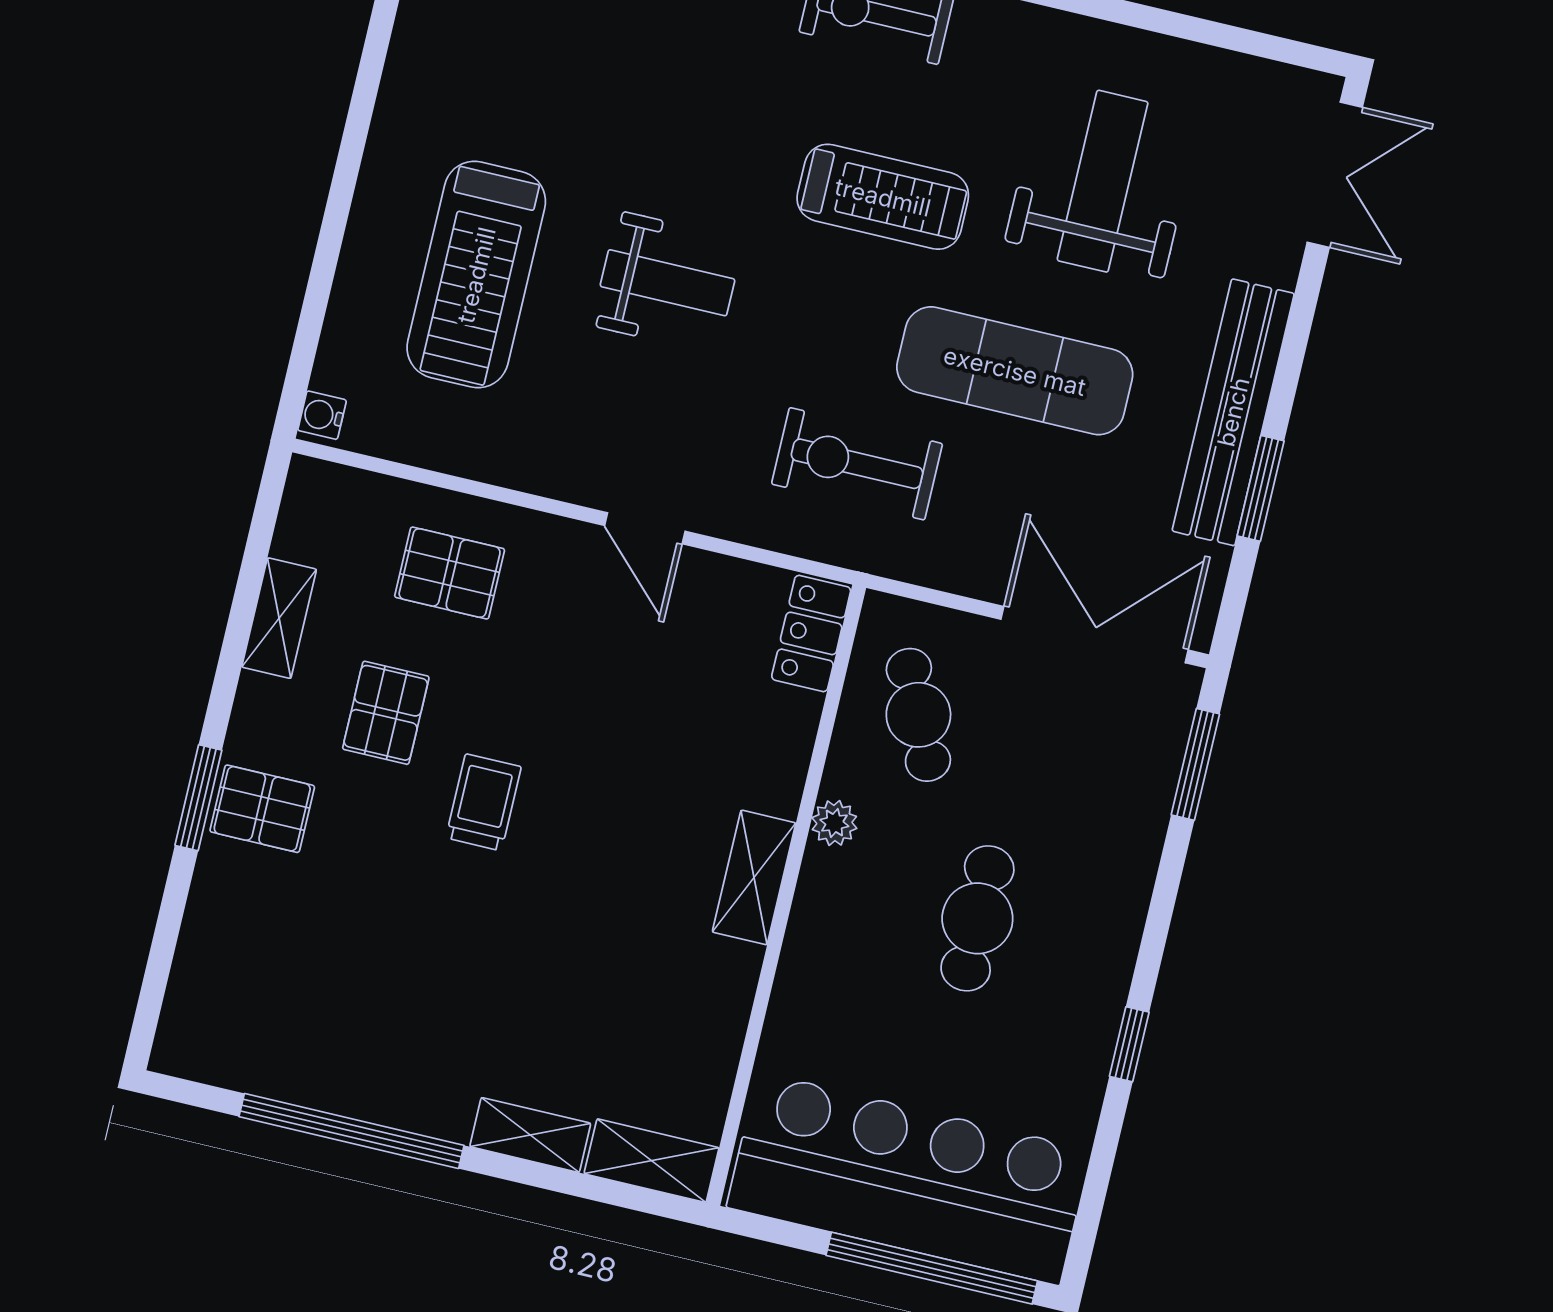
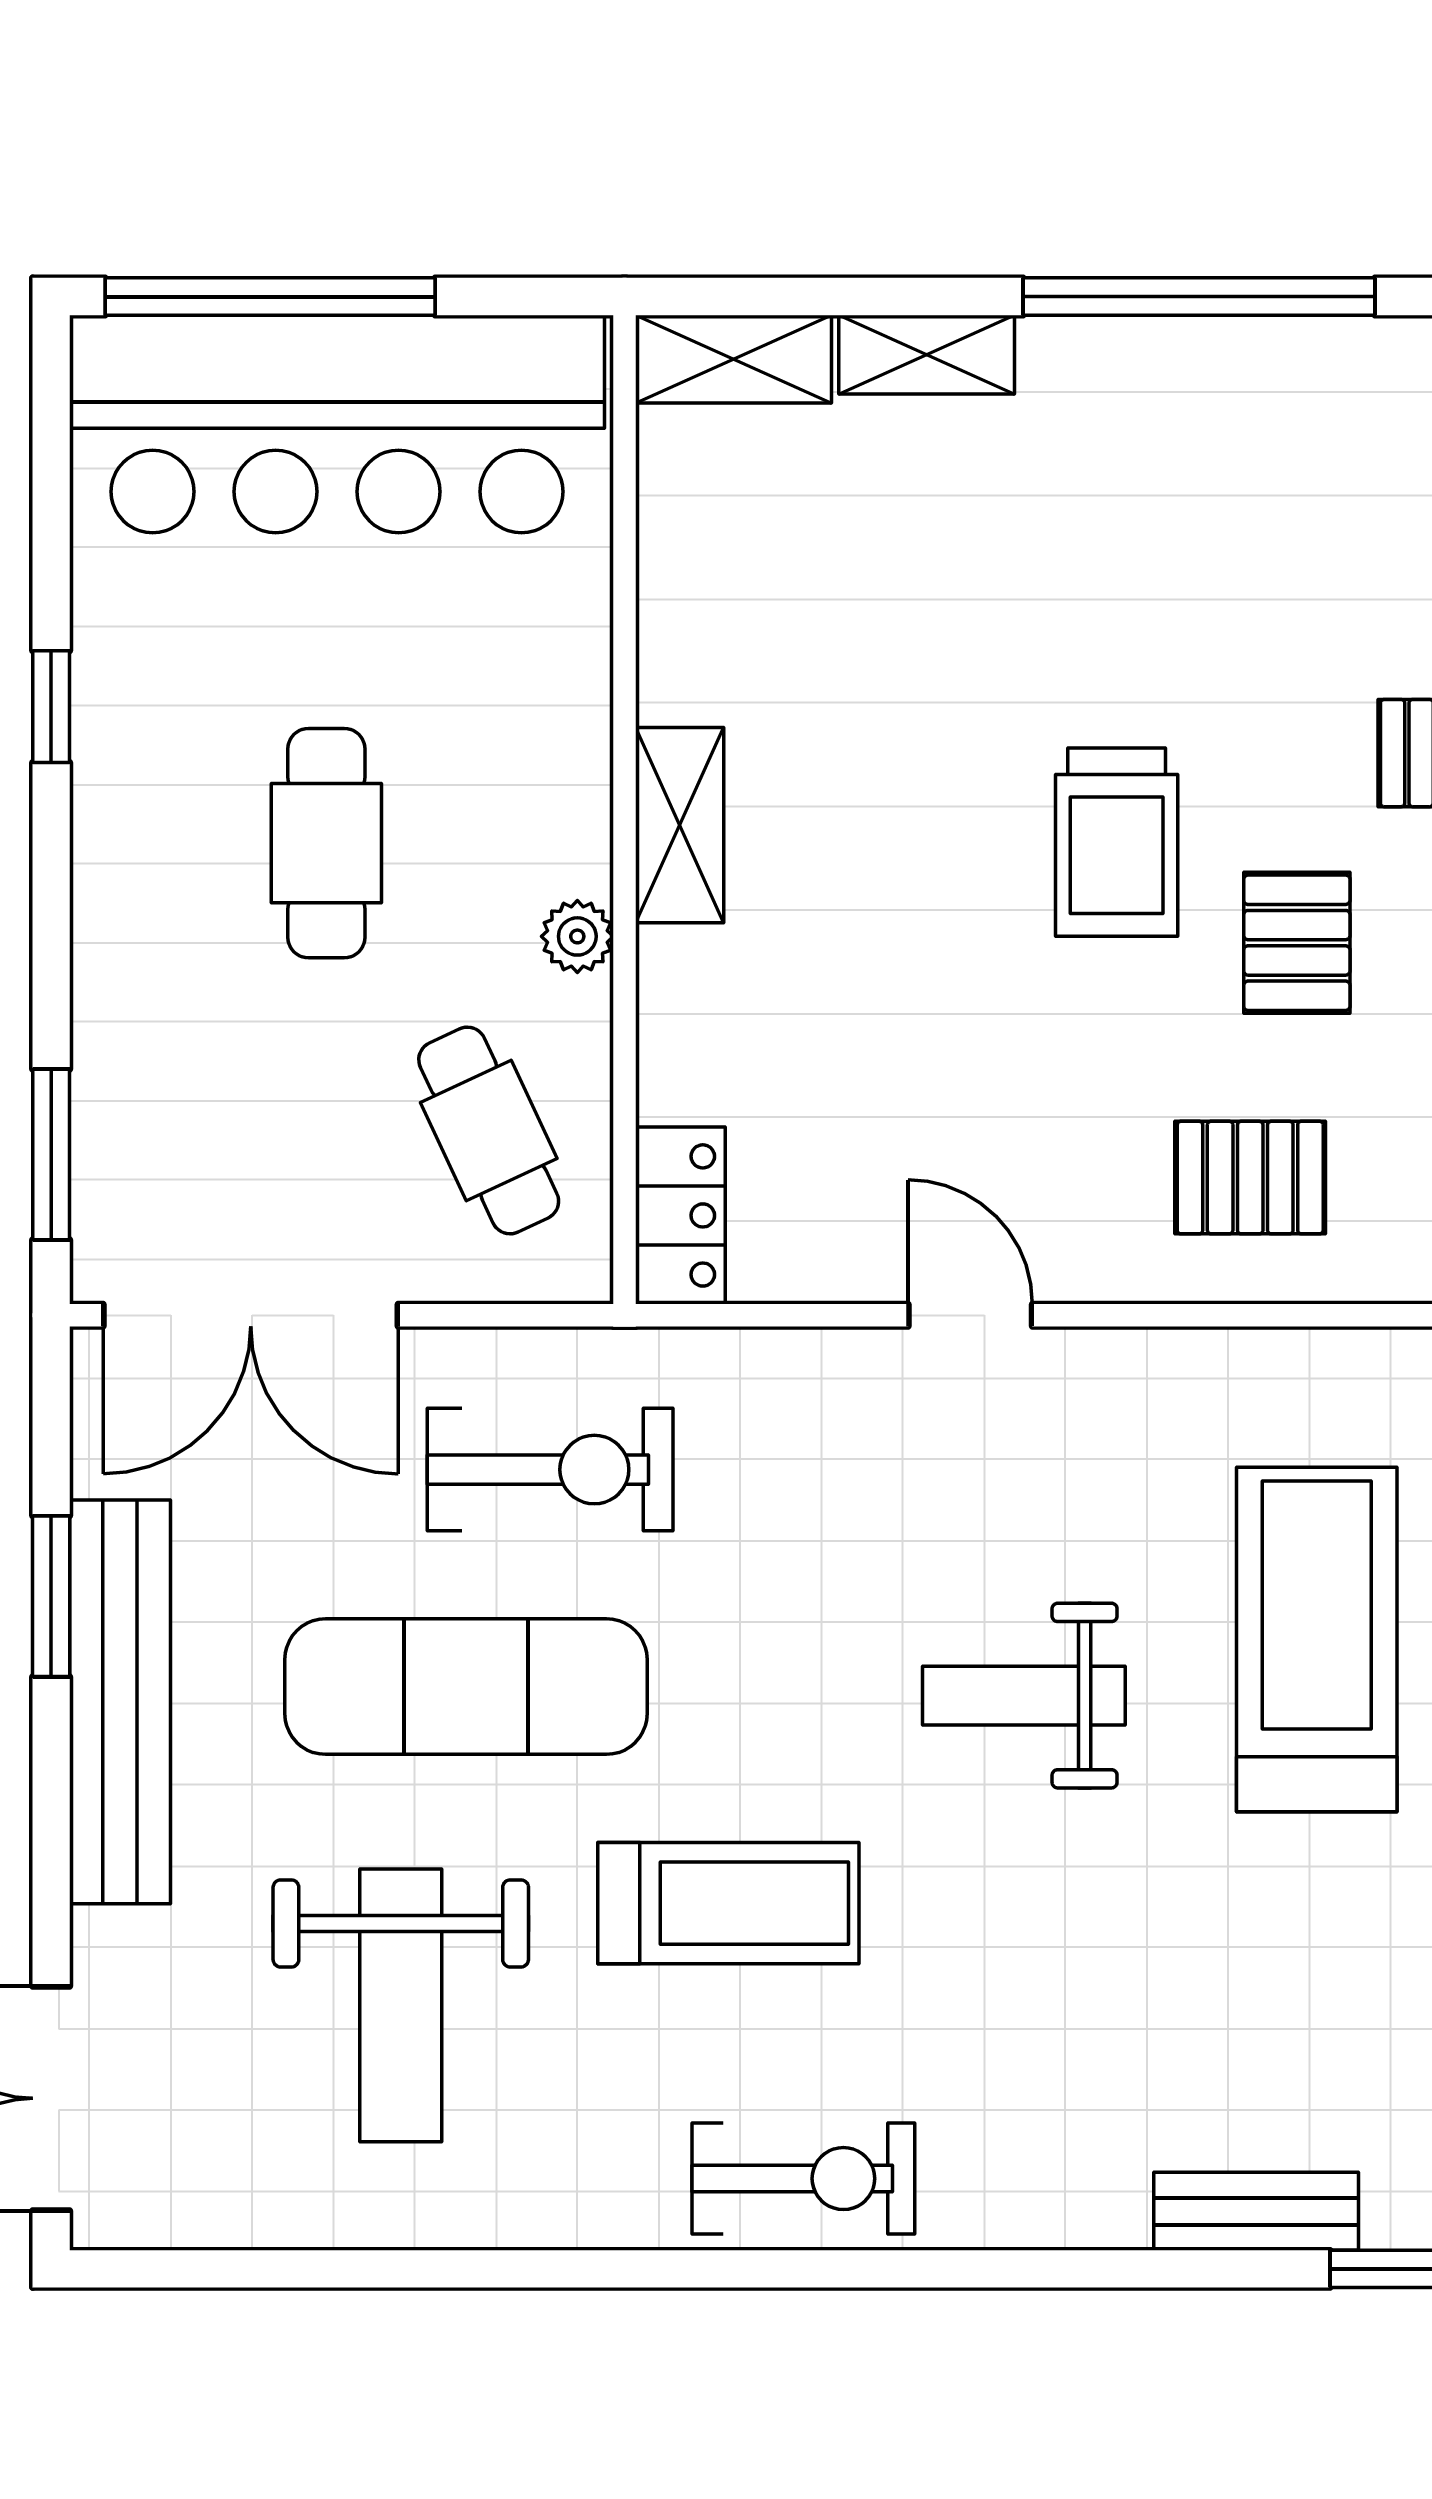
treadmill: (883, 197) -> (728, 1903), turned 180
exercise bike: (857, 464) -> (550, 1470), moved
trolley: (484, 802) -> (1117, 842), width x1.36, depth x1.39

